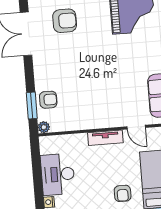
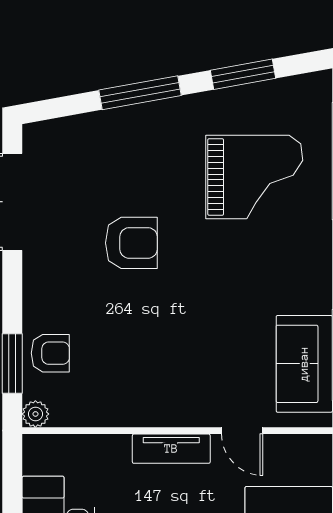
armchair: (65, 21) -> (131, 243), moved

